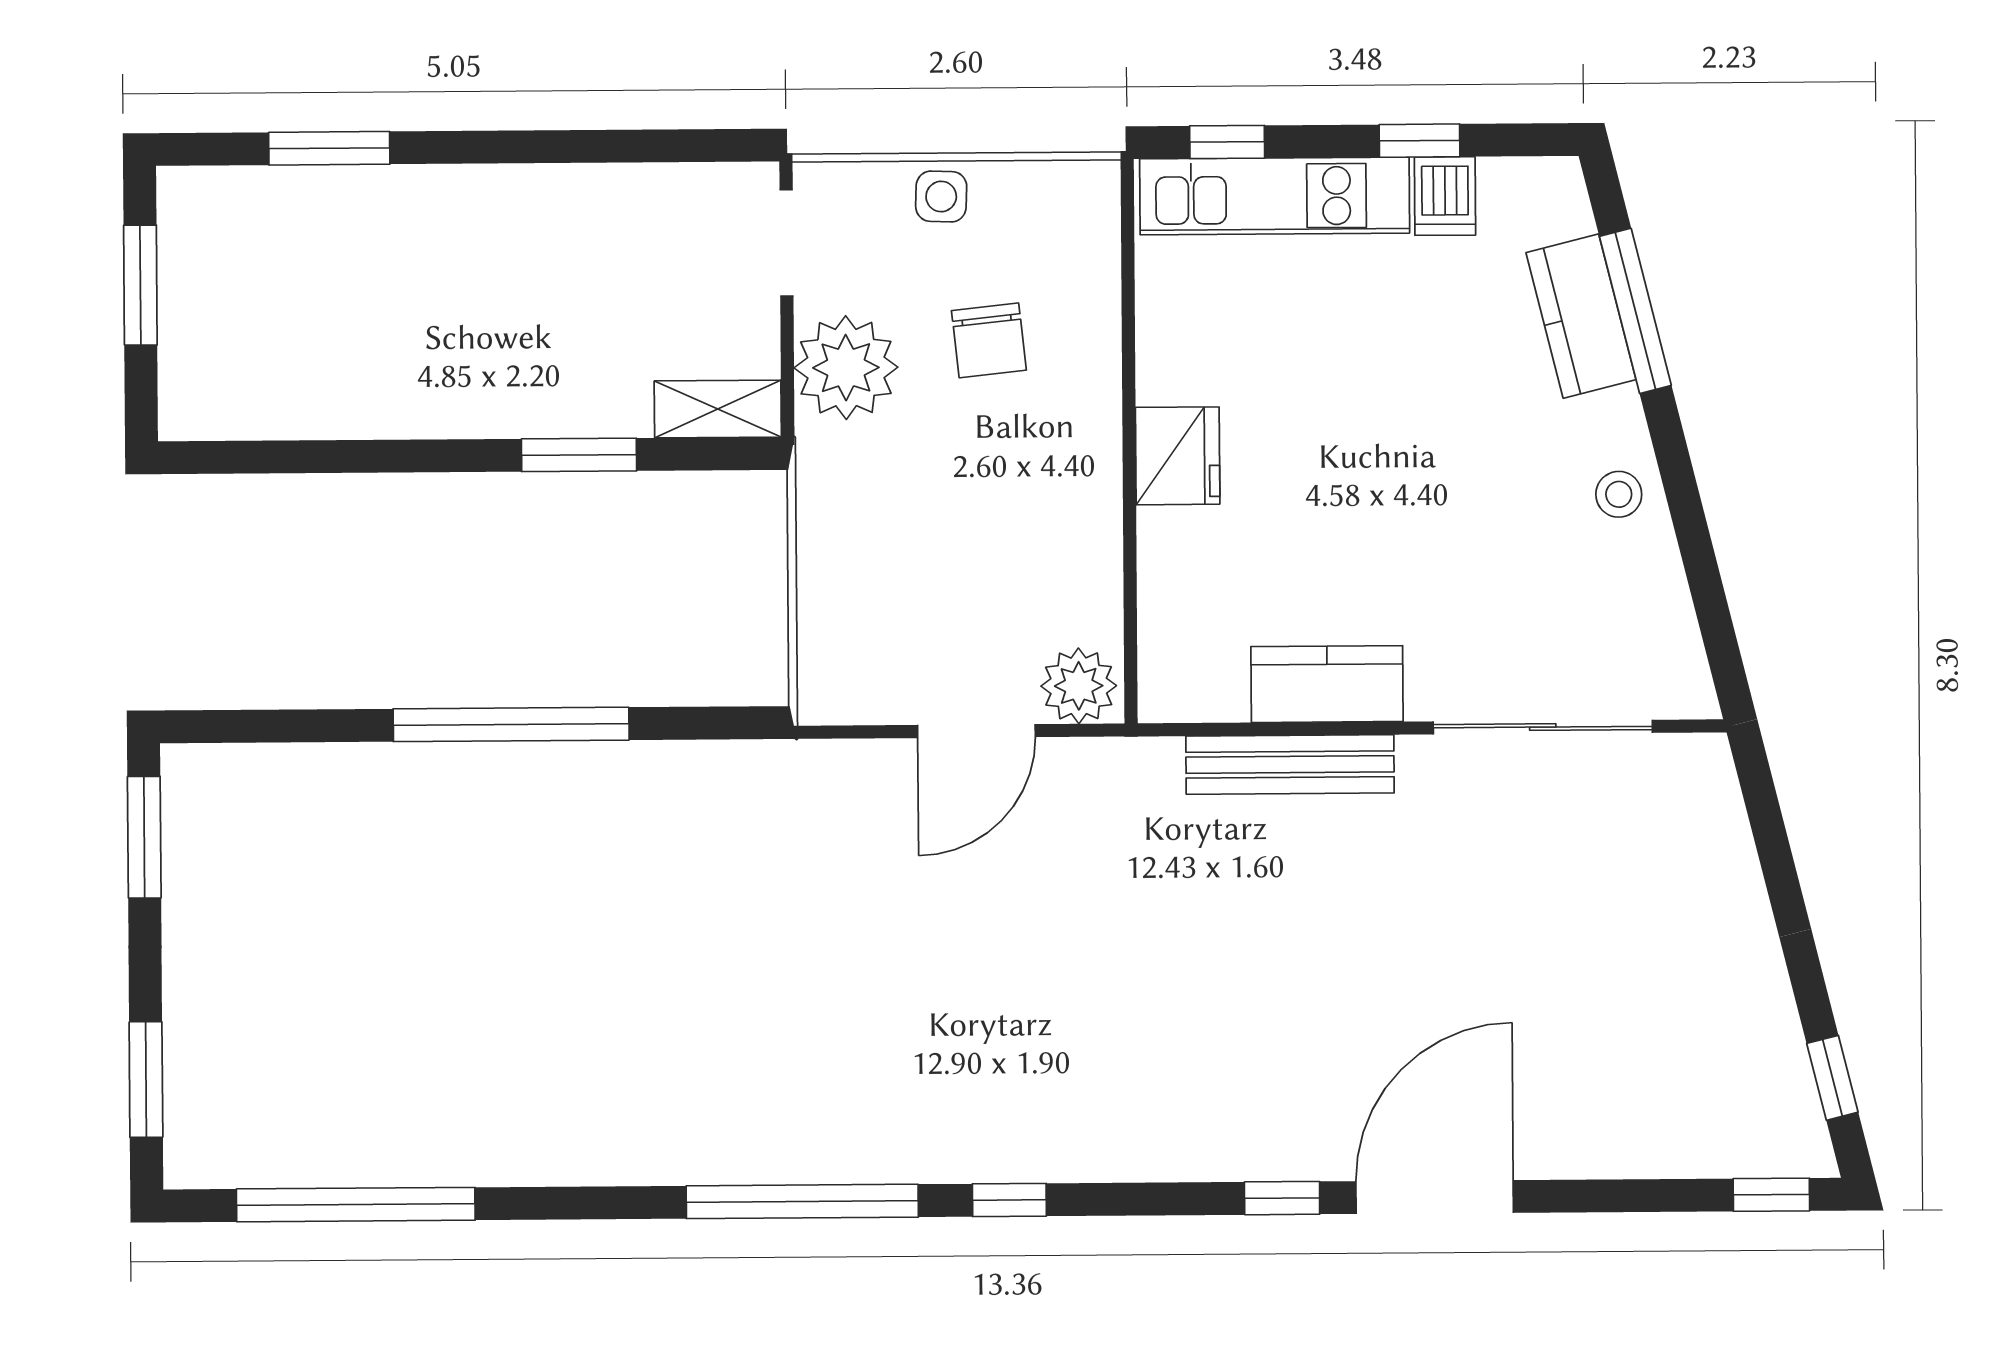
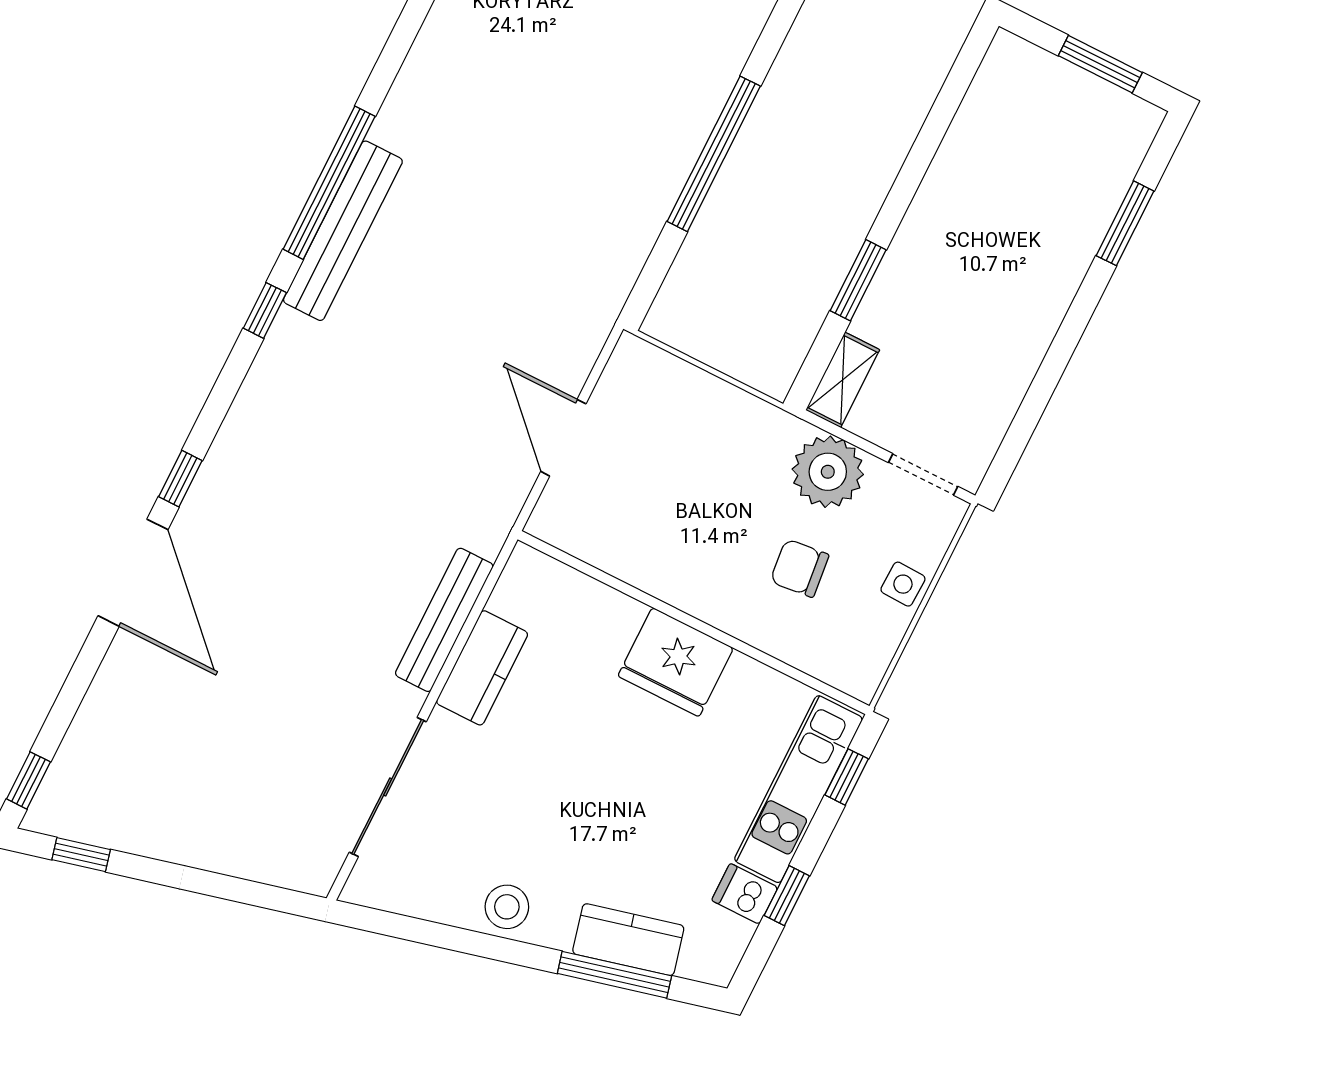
fridge: (1178, 456) -> (676, 662), width x1.36, depth x1.34
stool: (1619, 494) -> (507, 907), width x1.37, depth x1.37
plant: (1079, 686) -> (559, 515), removed
bench: (855, 1152) -> (343, 231), added

